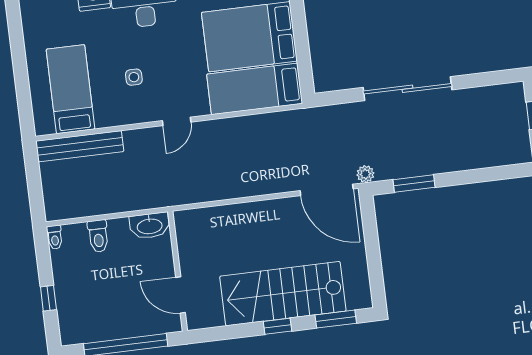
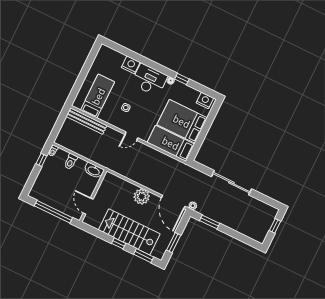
plant: (264, 217) -> (142, 197), added
window: (374, 261) -> (174, 243), added
window: (48, 298) -> (41, 160), moved

